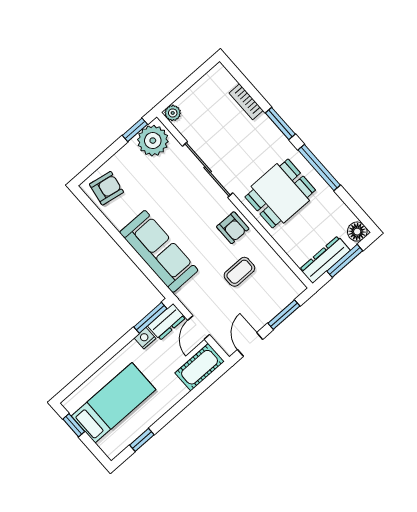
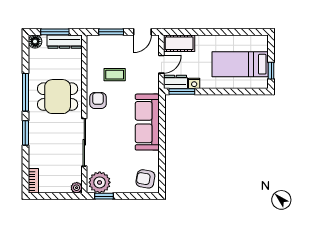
bookcase: (246, 102) -> (33, 181), moved
window: (142, 440) -> (242, 32), removed

